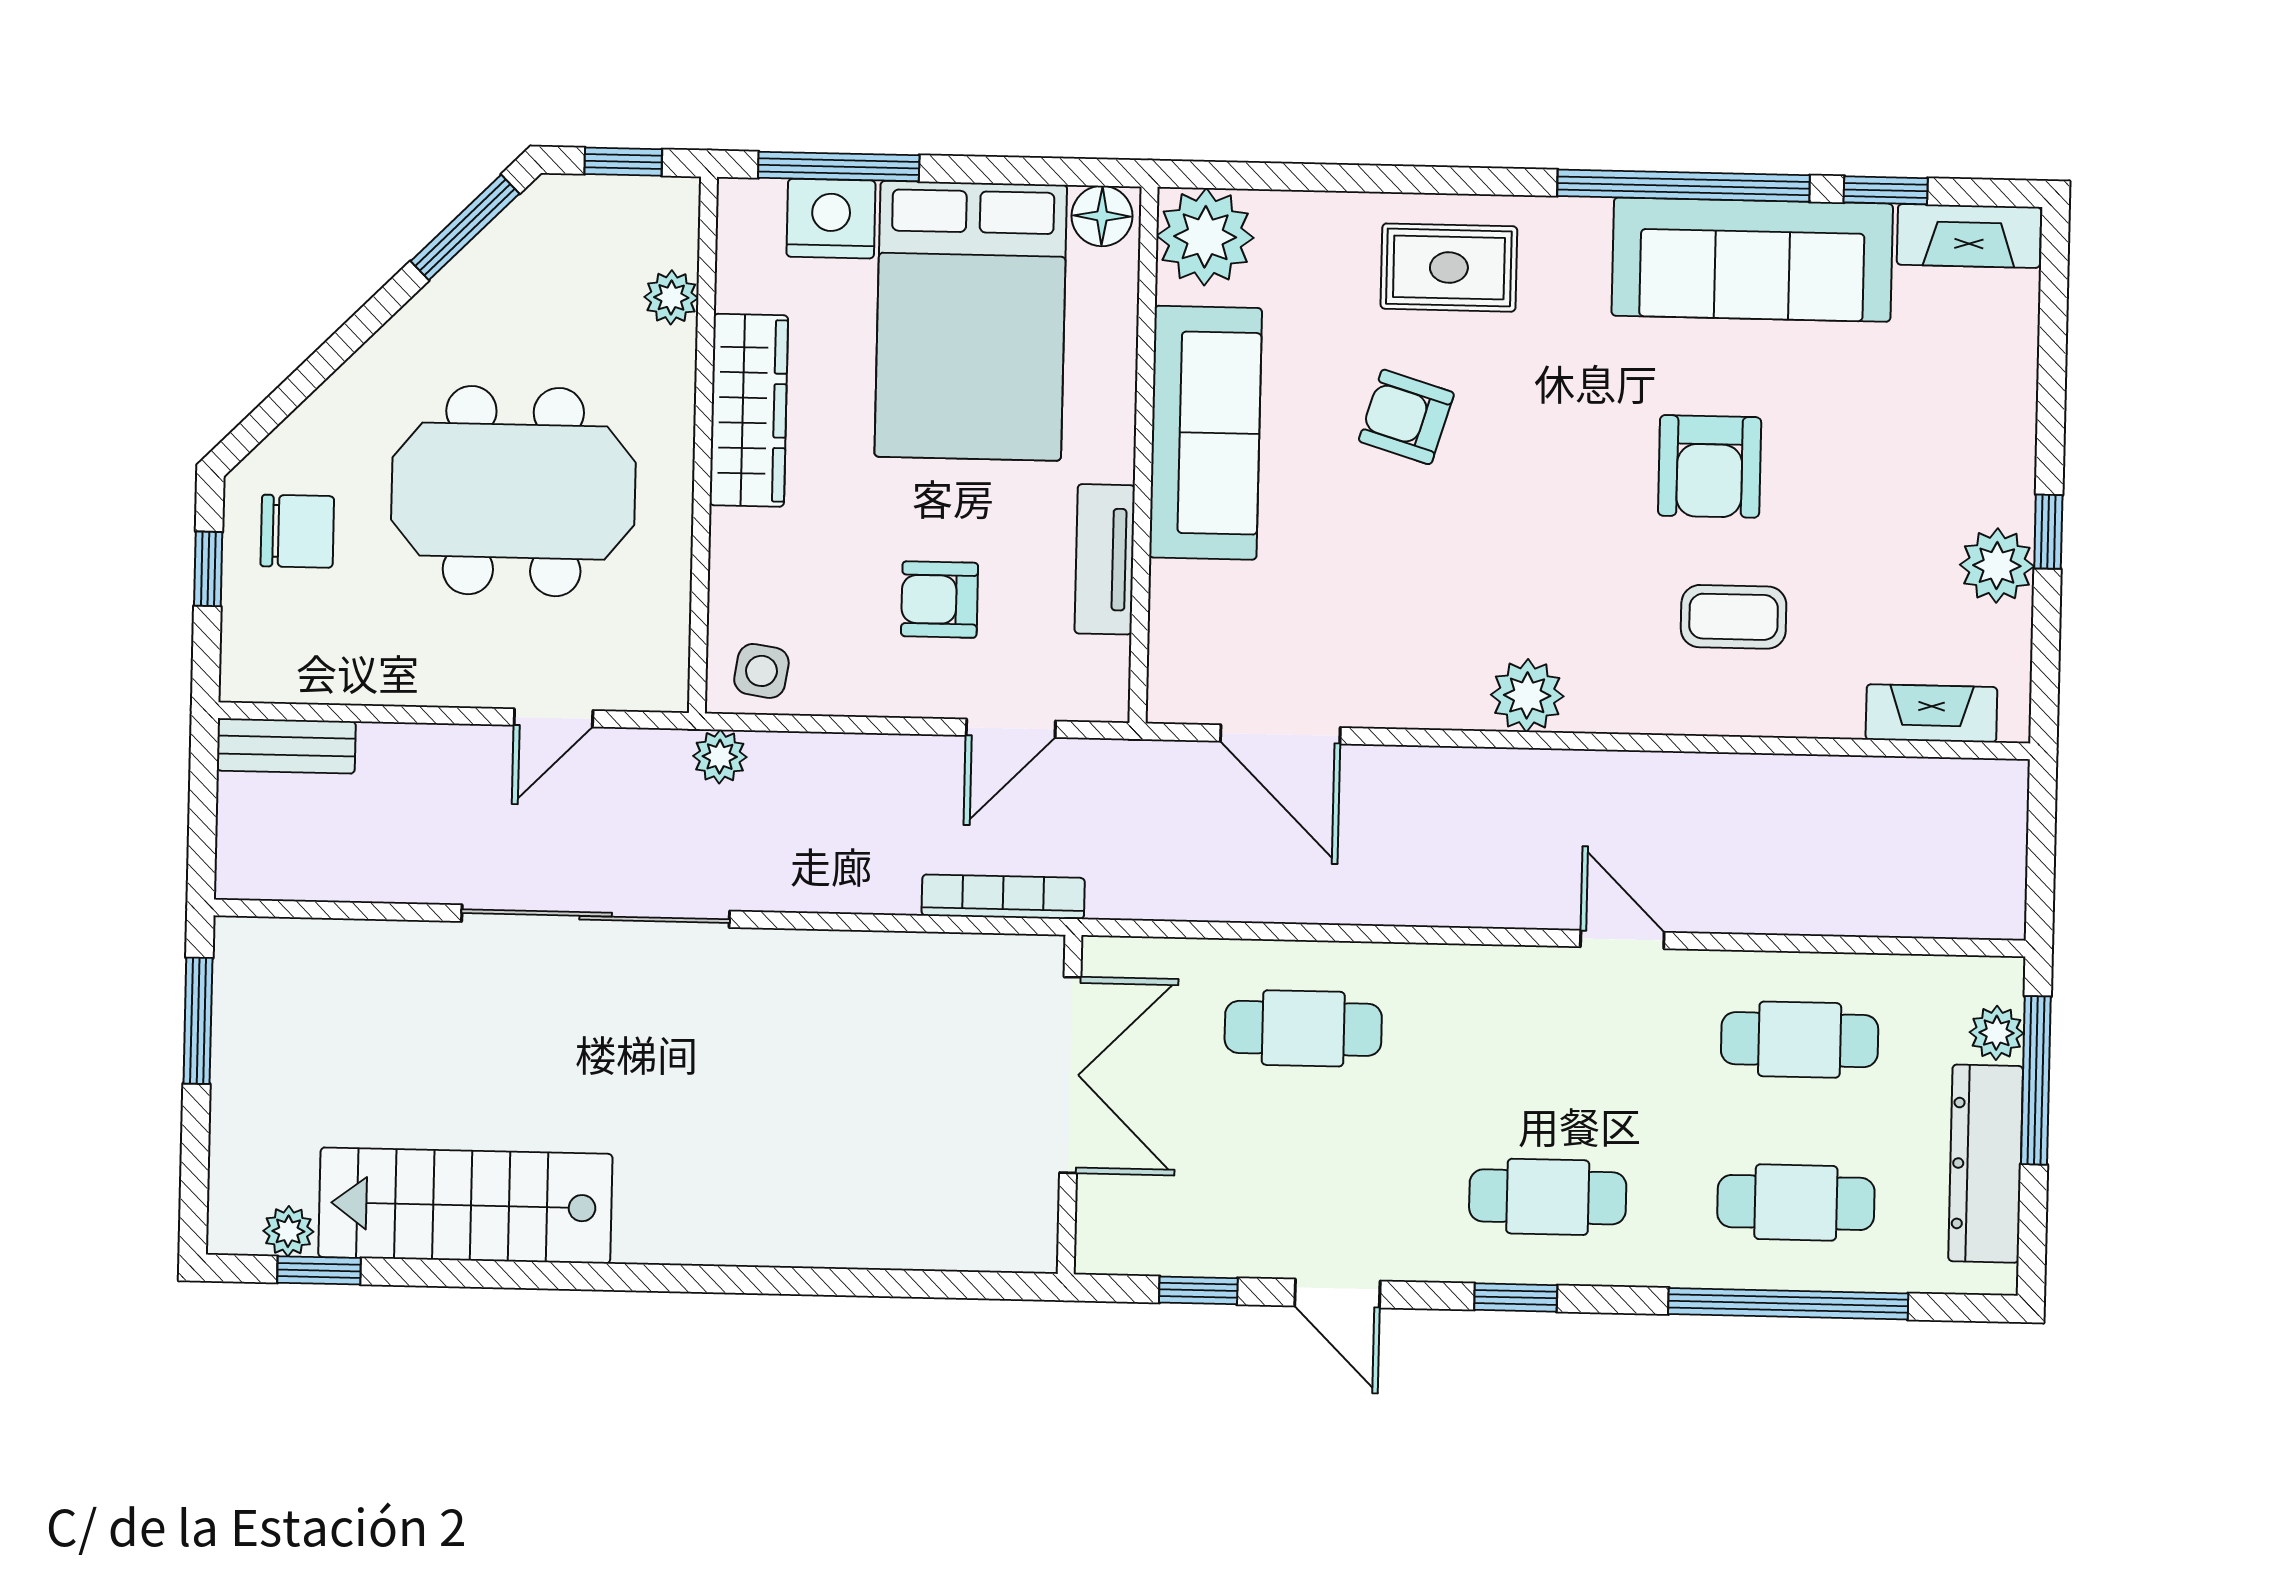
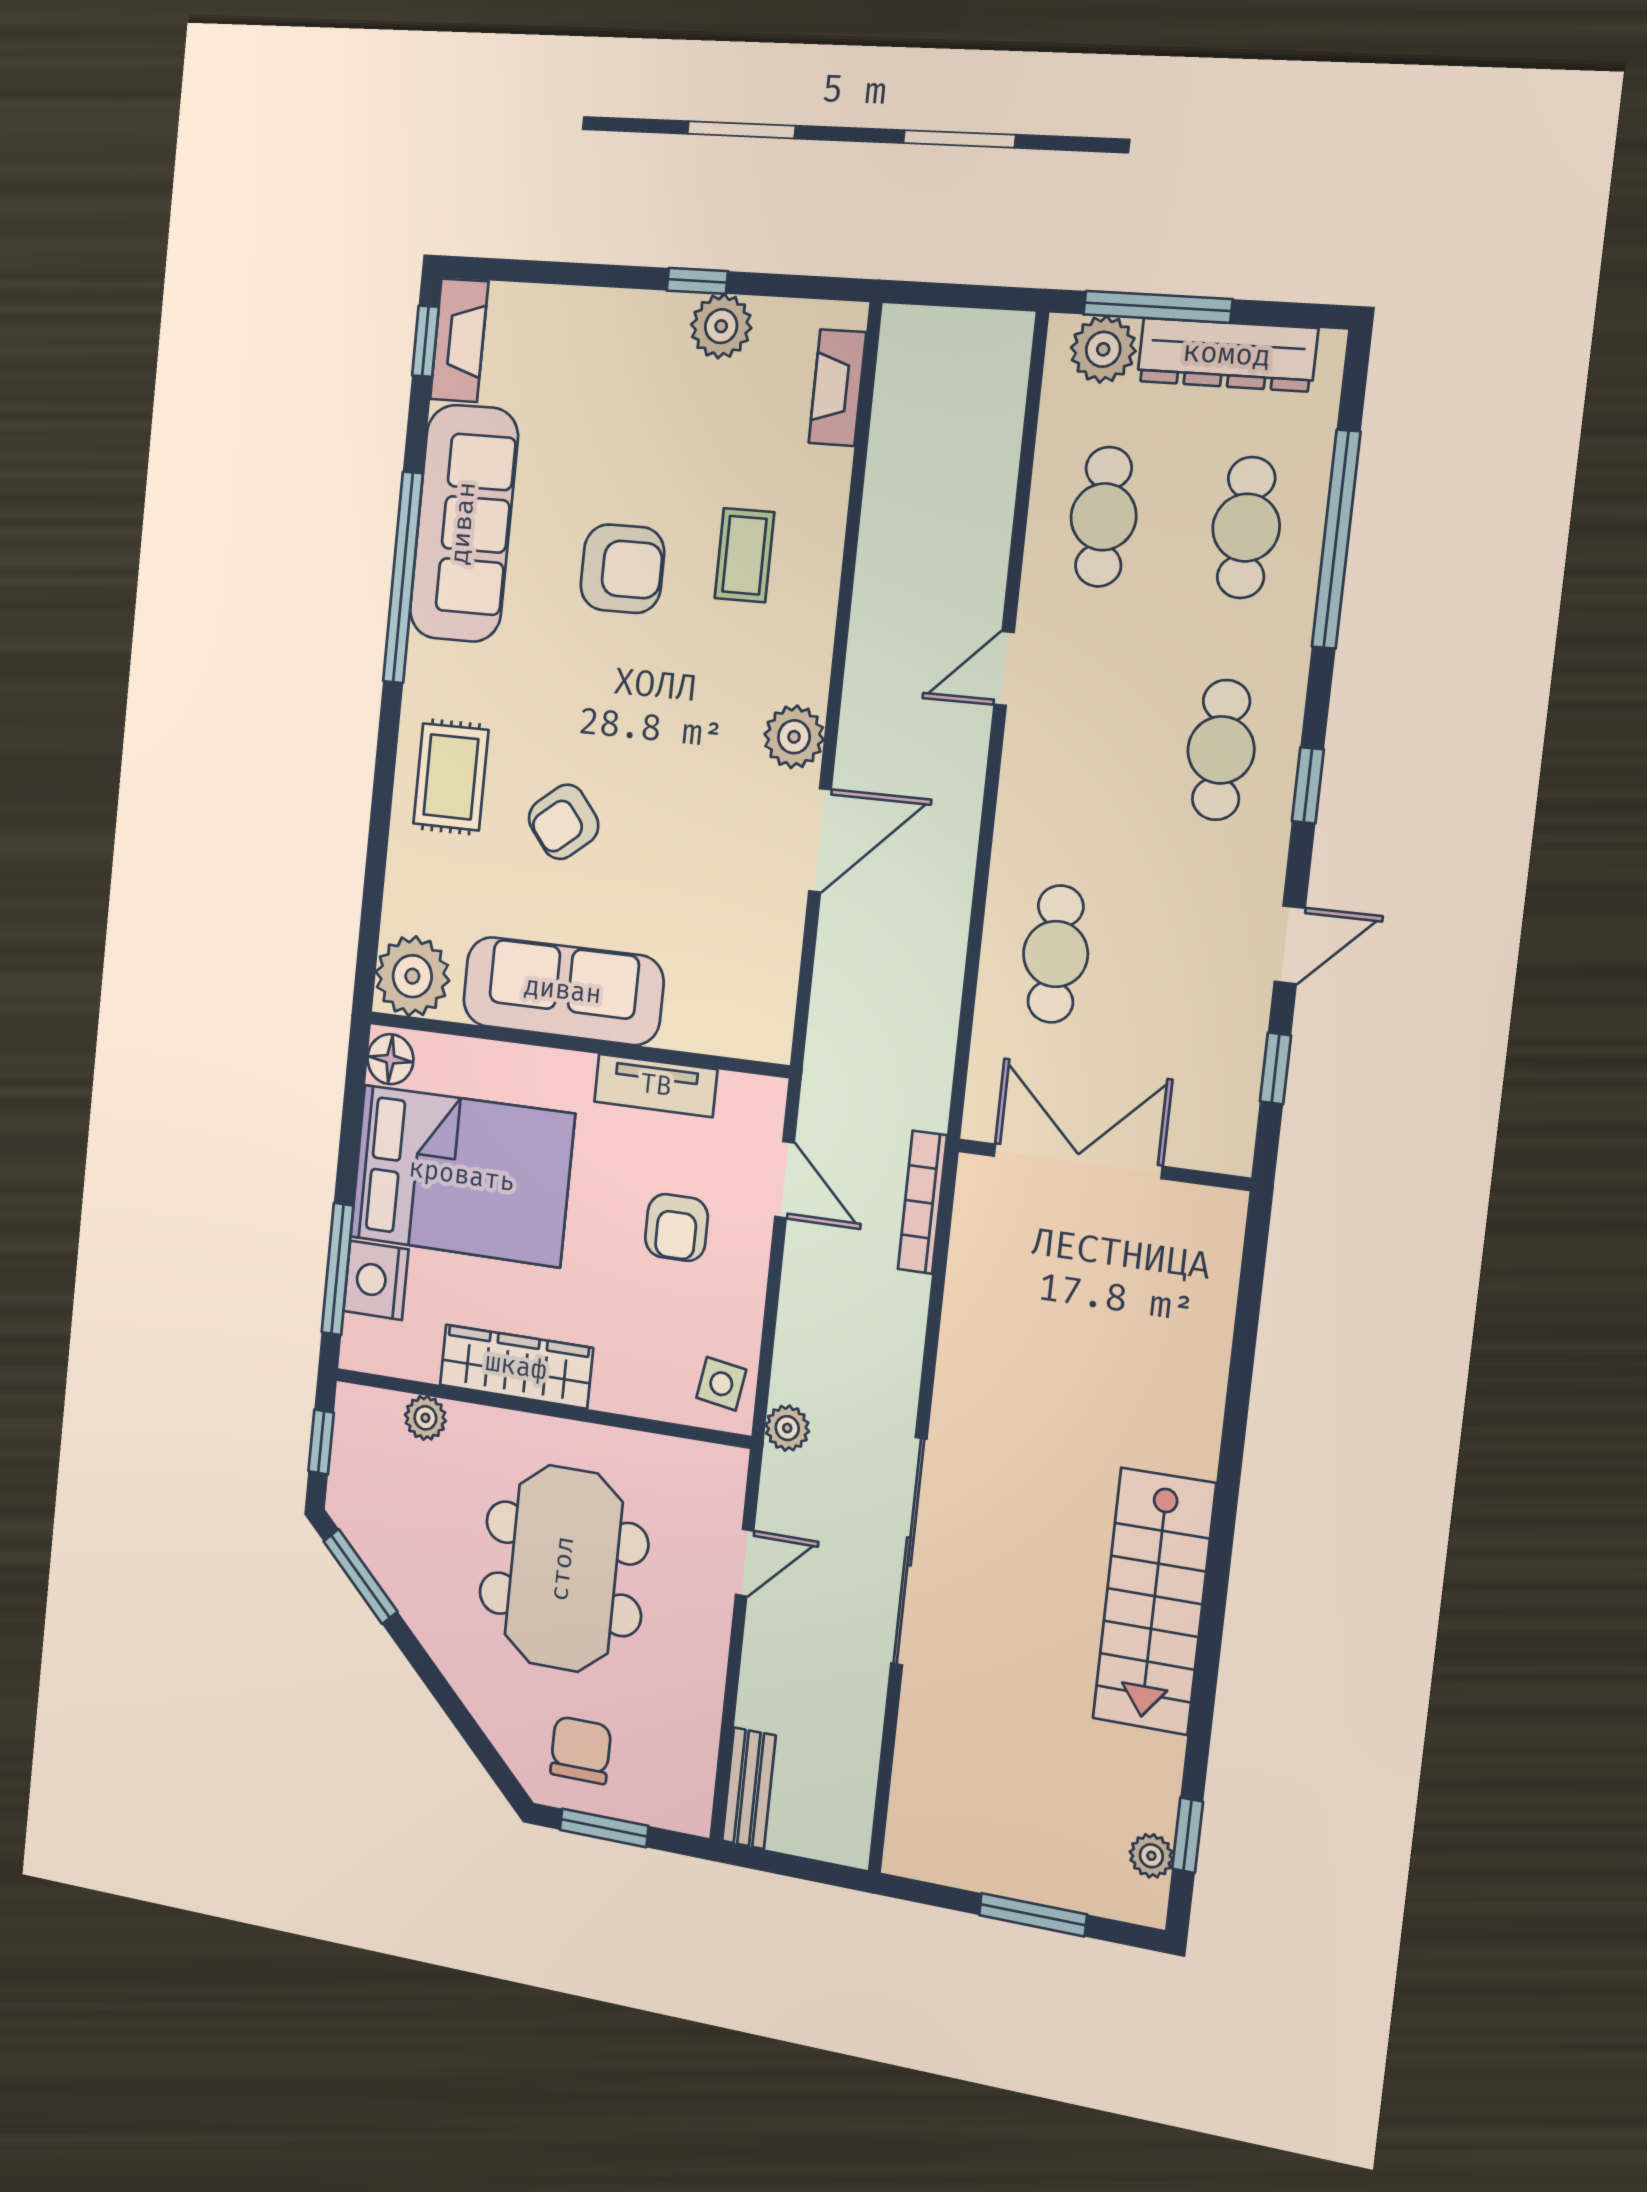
window: (1886, 190) -> (425, 341), moved
armchair: (1406, 417) -> (564, 822), turned 34
window: (208, 569) -> (604, 1828), width x1.50
door: (553, 718) -> (745, 1563), hinge flipped
door: (1280, 734) -> (820, 840), moved
window: (198, 1021) -> (1033, 1915), moved
plant: (1997, 1033) -> (1103, 349), width x1.38, depth x1.38
stairs: (465, 1205) -> (1154, 1601), moved

